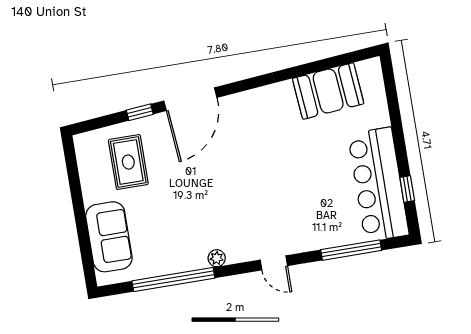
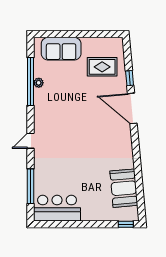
bar counter: (378, 184) -> (57, 208), width x0.73
window: (407, 189) -> (126, 224), moved
plant: (217, 258) -> (39, 83), moved

